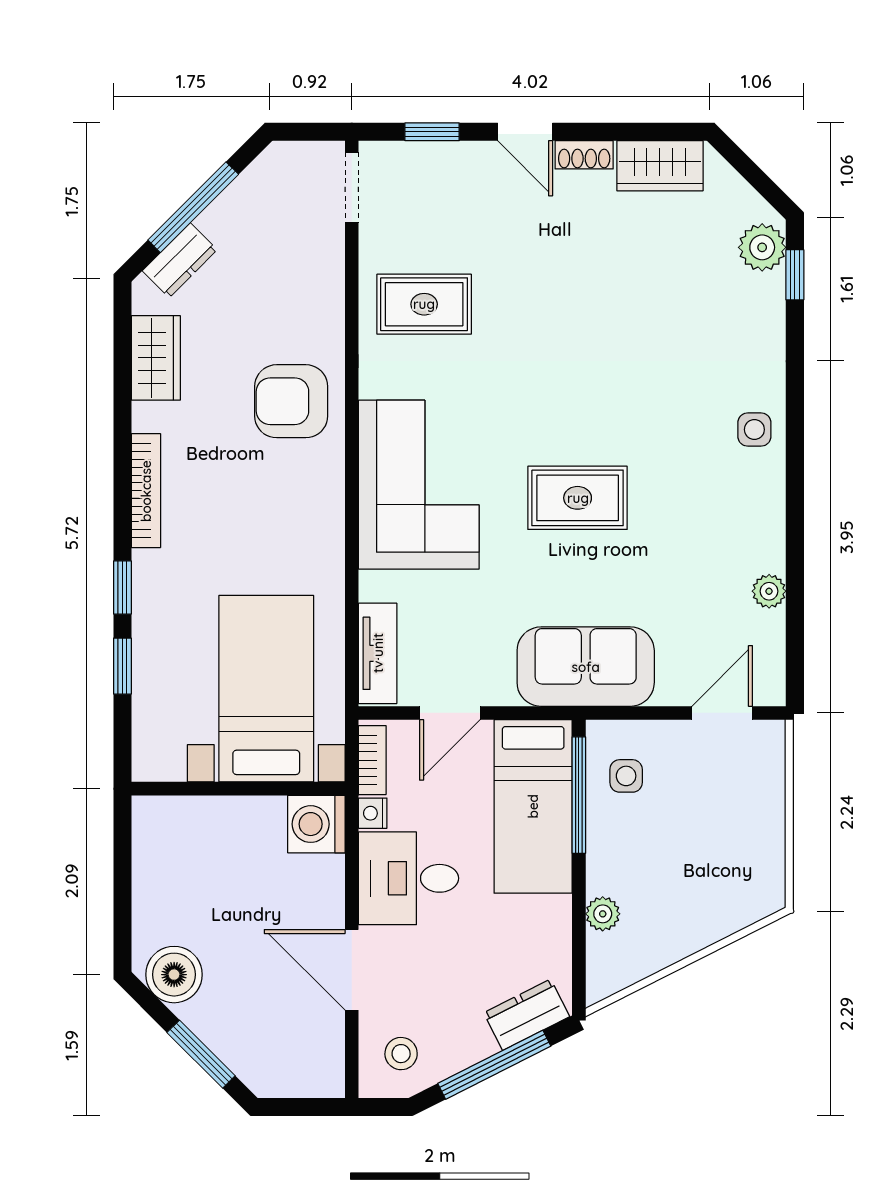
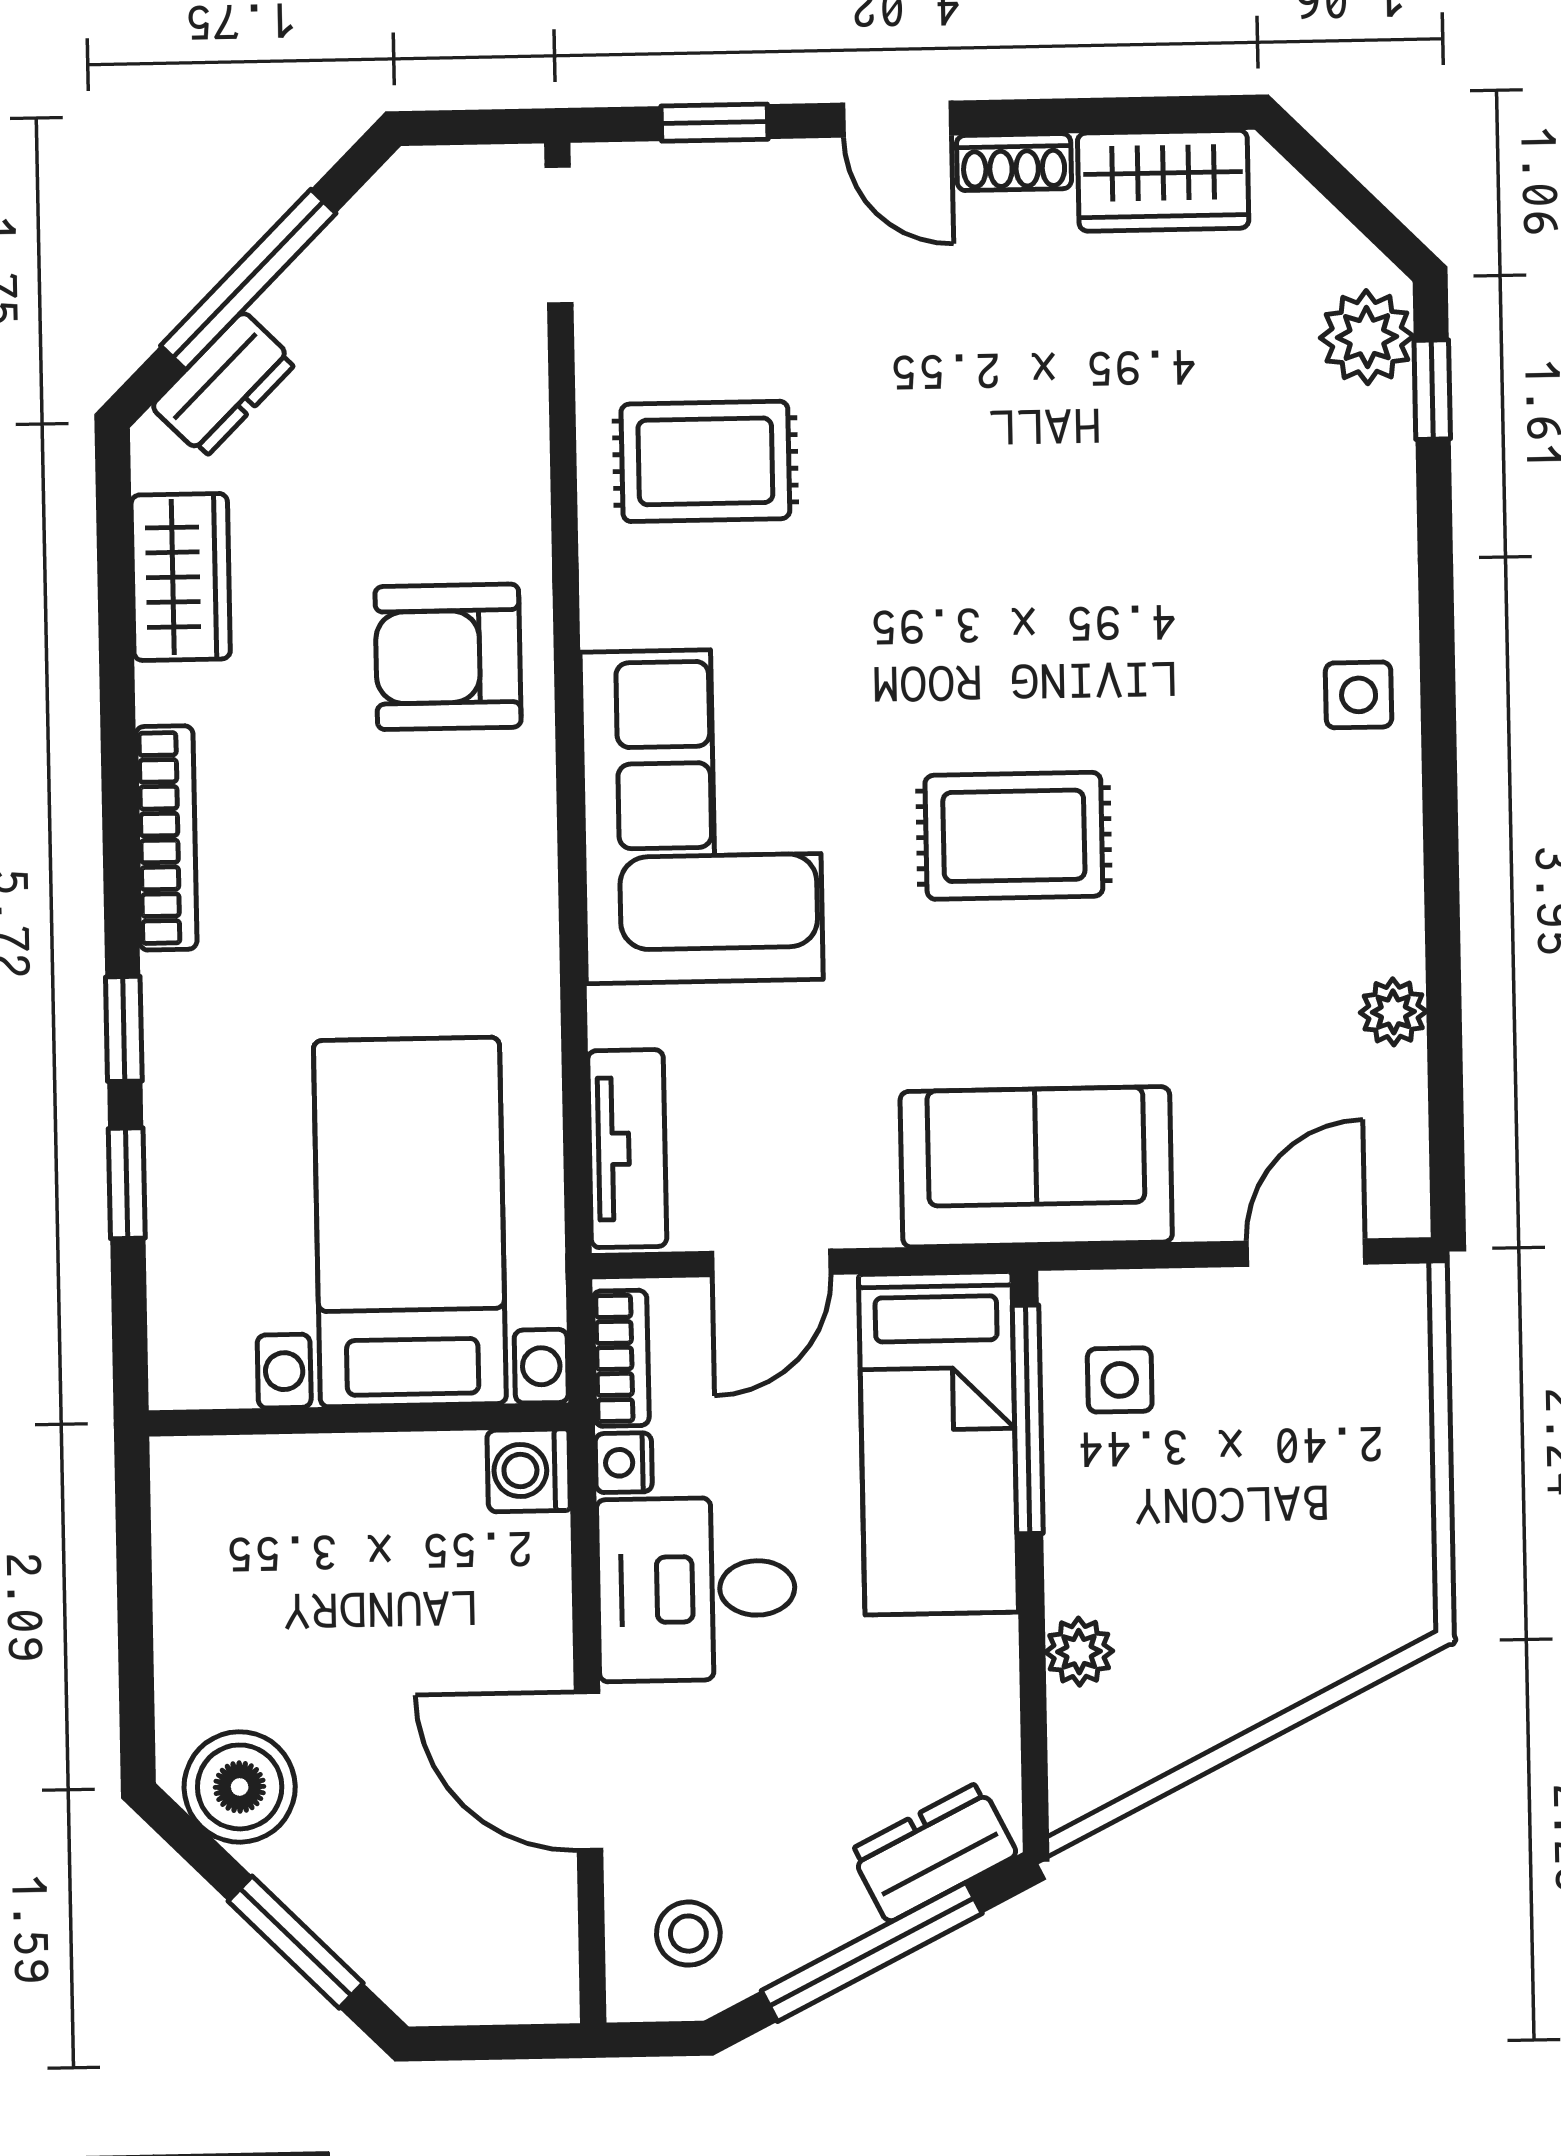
washing machine: (316, 824) -> (529, 1470), width x0.73, depth x0.73

